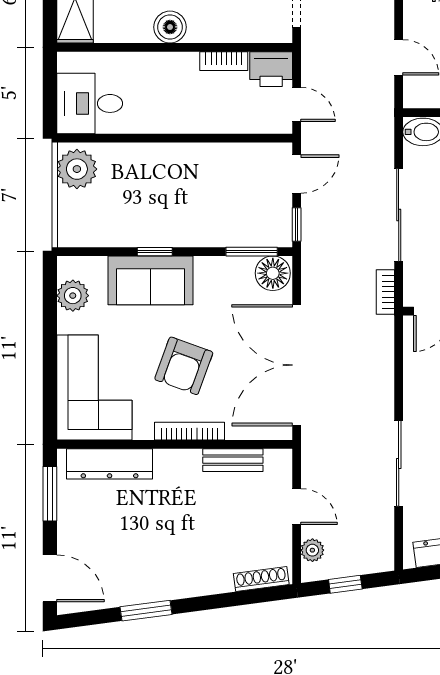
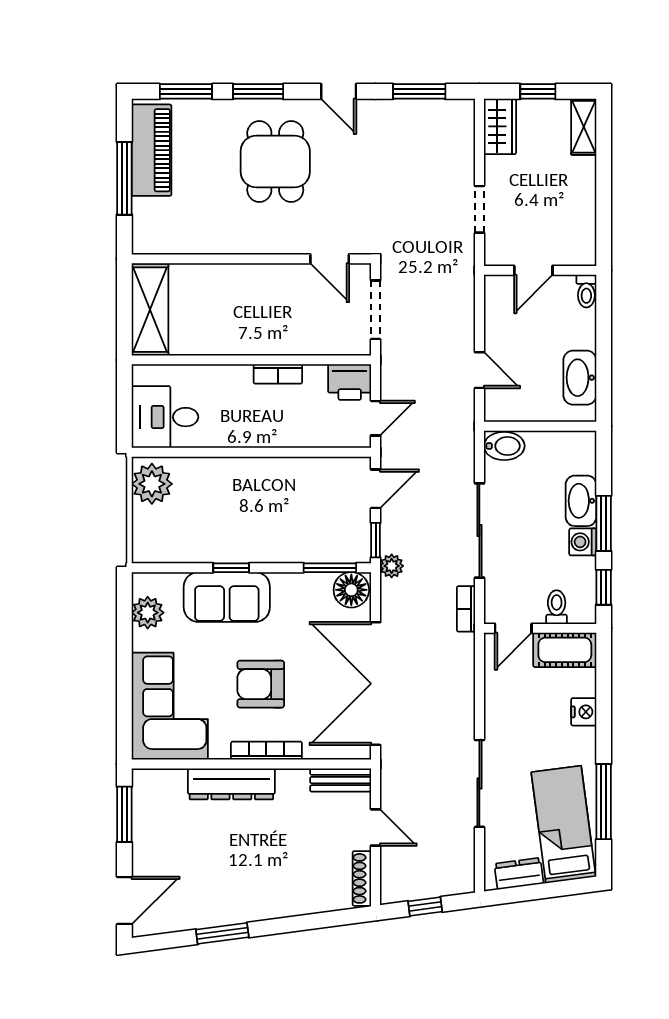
boiler: (170, 27) -> (247, 339), removed
bookcase: (224, 61) -> (278, 374), moved
door: (297, 104) -> (376, 418), hinge flipped
armchair: (184, 366) -> (261, 684), turned 70
bench: (233, 460) -> (341, 780), moved
dresser: (110, 464) -> (231, 784), moved
plant: (312, 550) -> (392, 566), moved
door: (50, 578) -> (124, 900), hinge flipped
shoe rack: (261, 579) -> (362, 878), moved, turned -82

